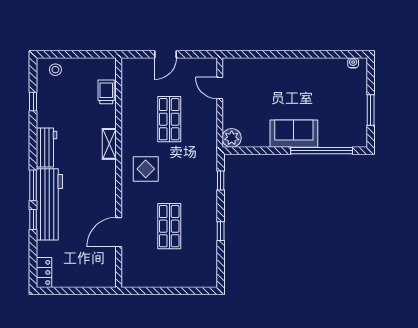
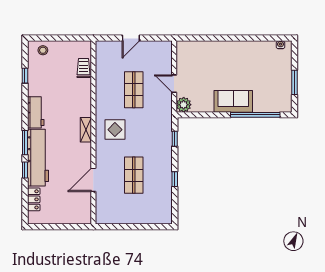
door: (220, 88) -> (174, 84), moved
shelving: (109, 144) -> (86, 130), moved
locker: (44, 272) -> (34, 199), moved

